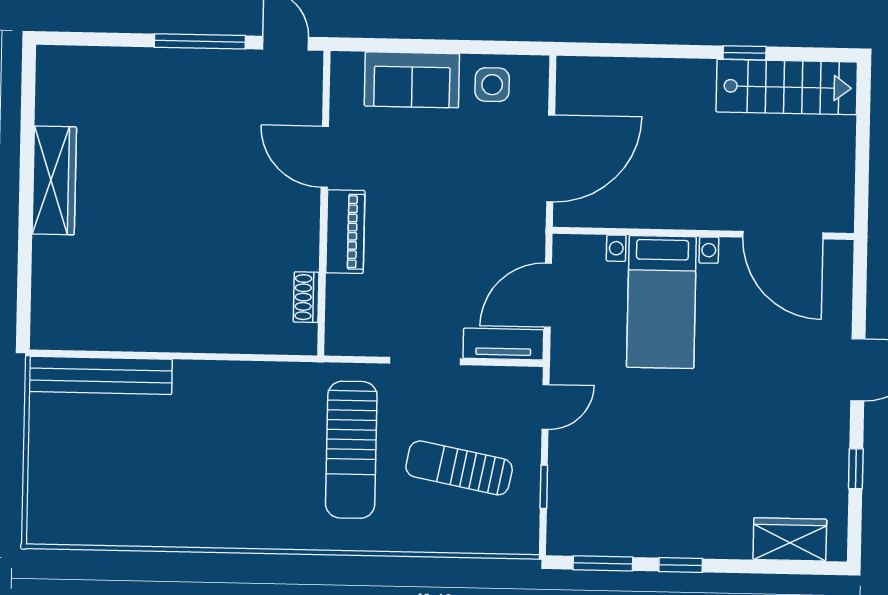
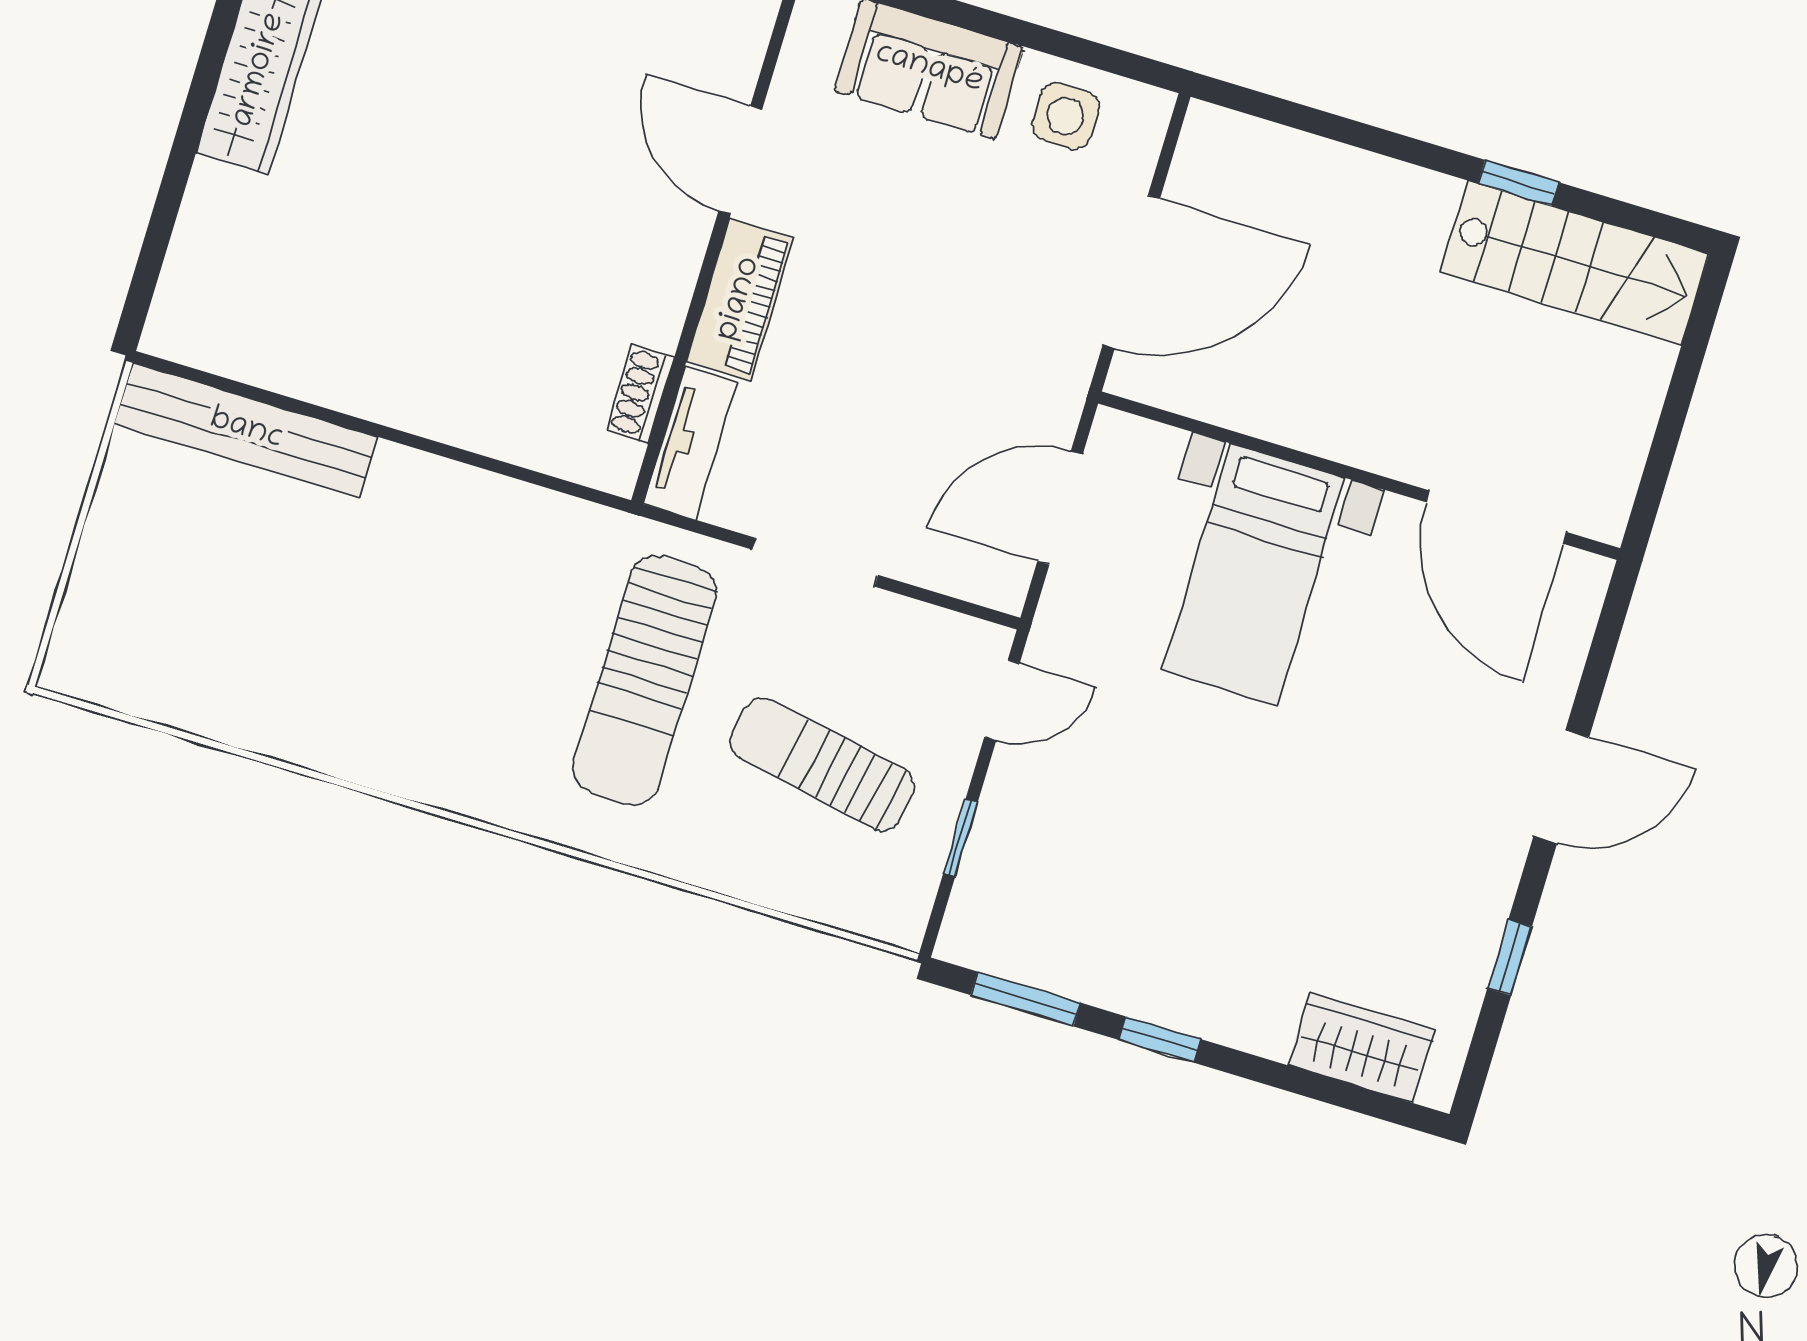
tv unit: (503, 344) -> (690, 443), moved, turned 90

